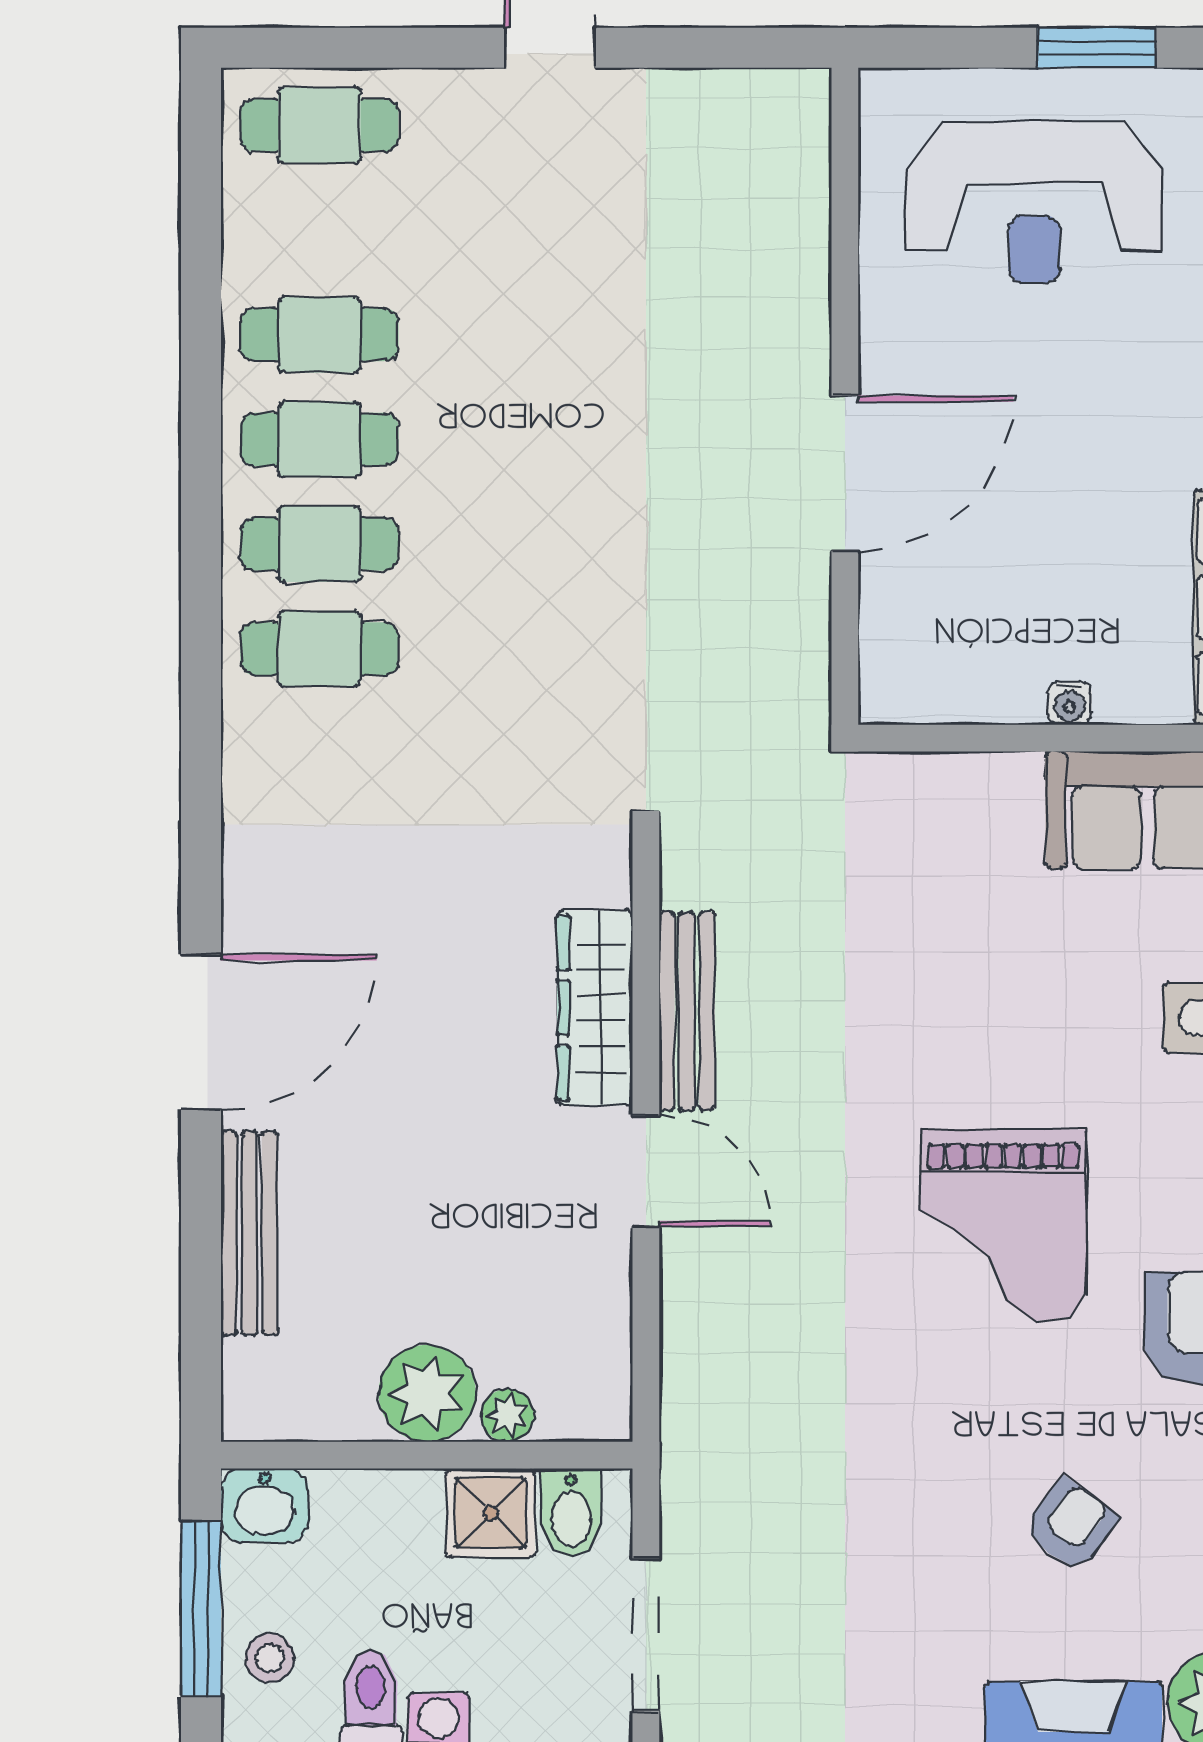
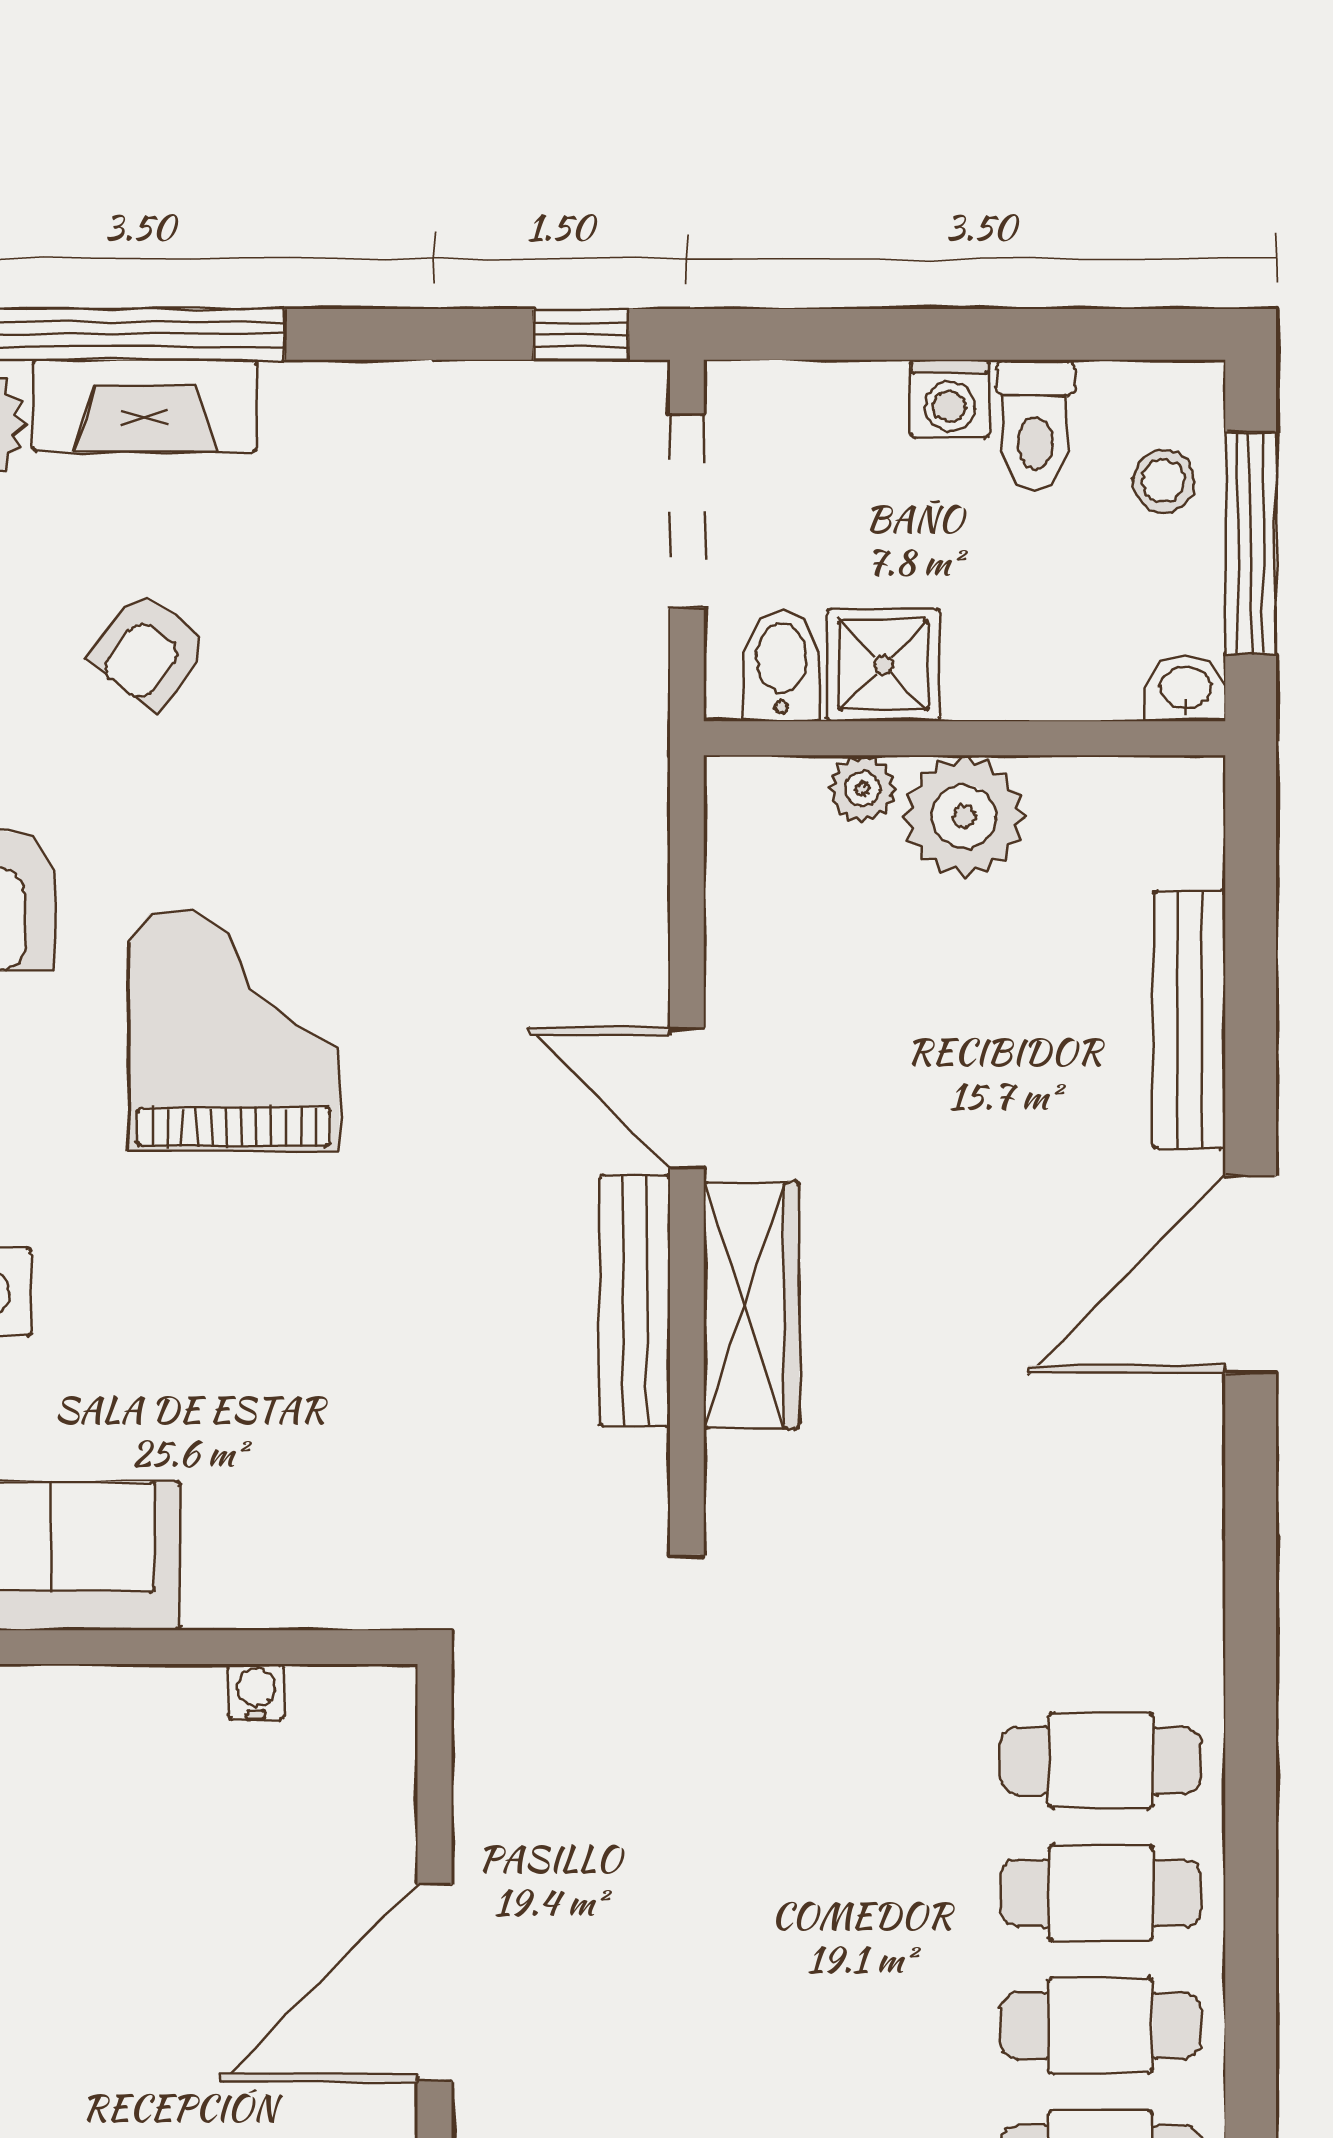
water cooler: (1070, 703) -> (256, 1692), moved
washbasin: (265, 1505) -> (1185, 689), width x0.72, depth x0.69

